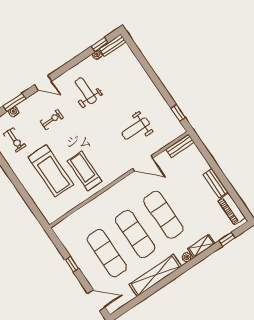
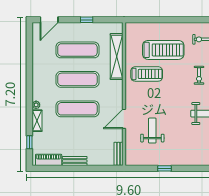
window: (178, 113) -> (165, 168), moved
treadmill: (51, 171) -> (163, 50), turned 180
shelving: (155, 275) -> (117, 57), moved

